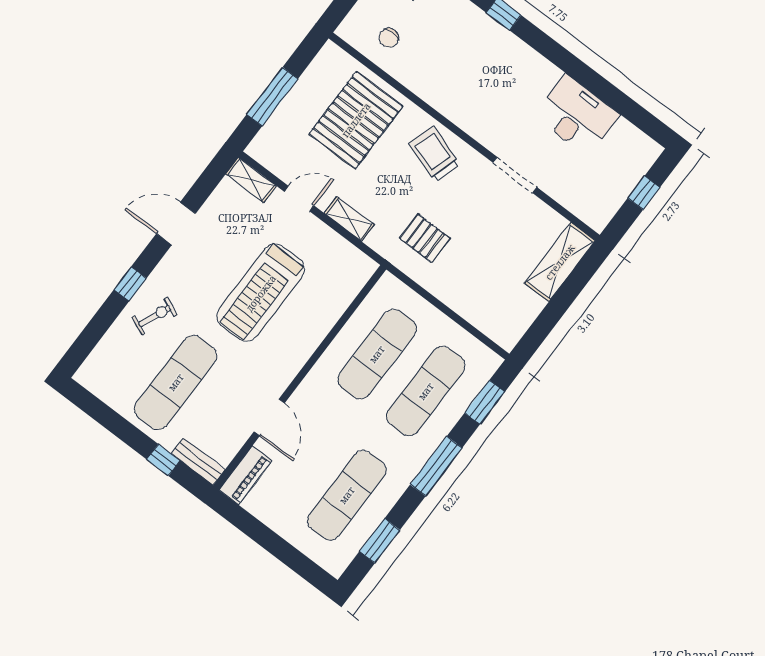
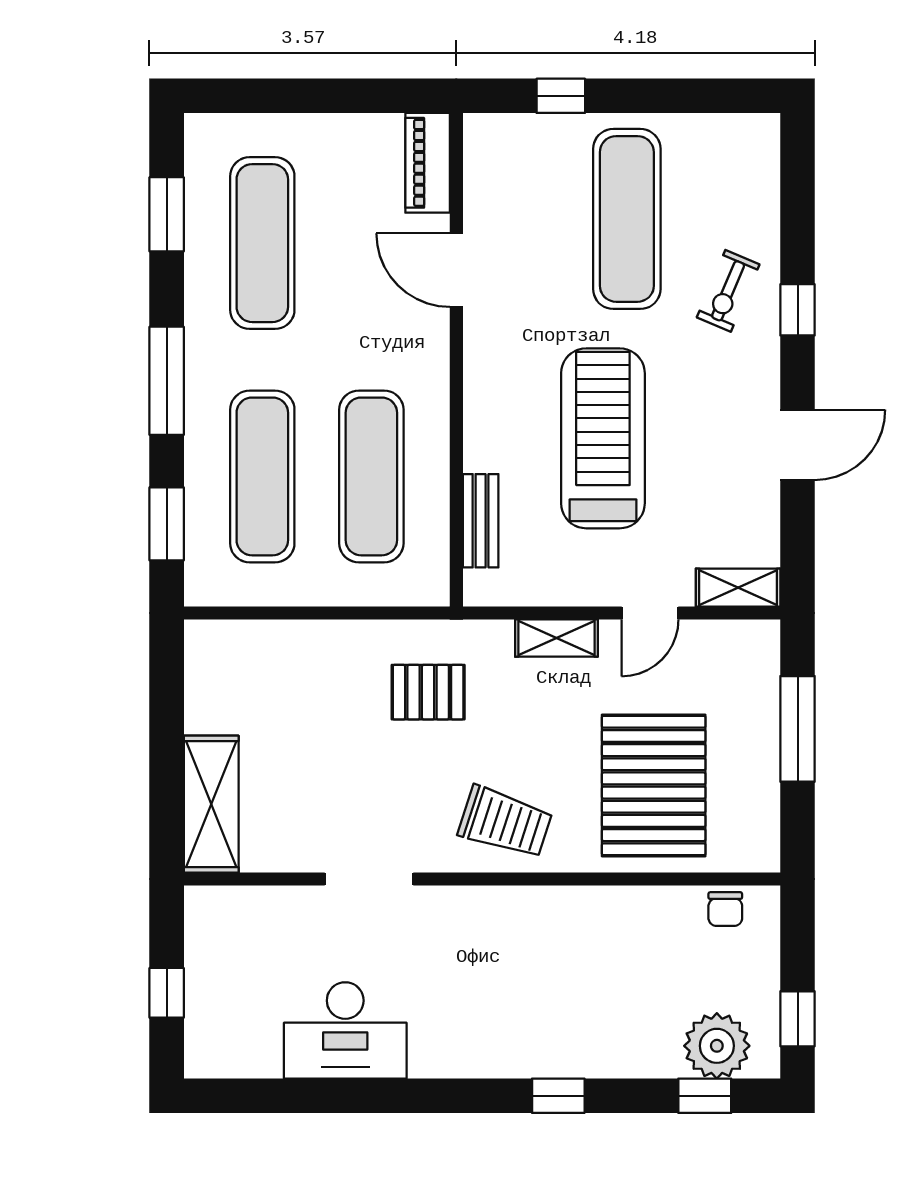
chair: (389, 38) -> (725, 909), moved, turned 180
bench: (198, 462) -> (481, 521), moved, turned 90

